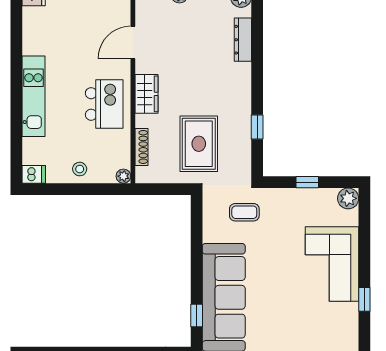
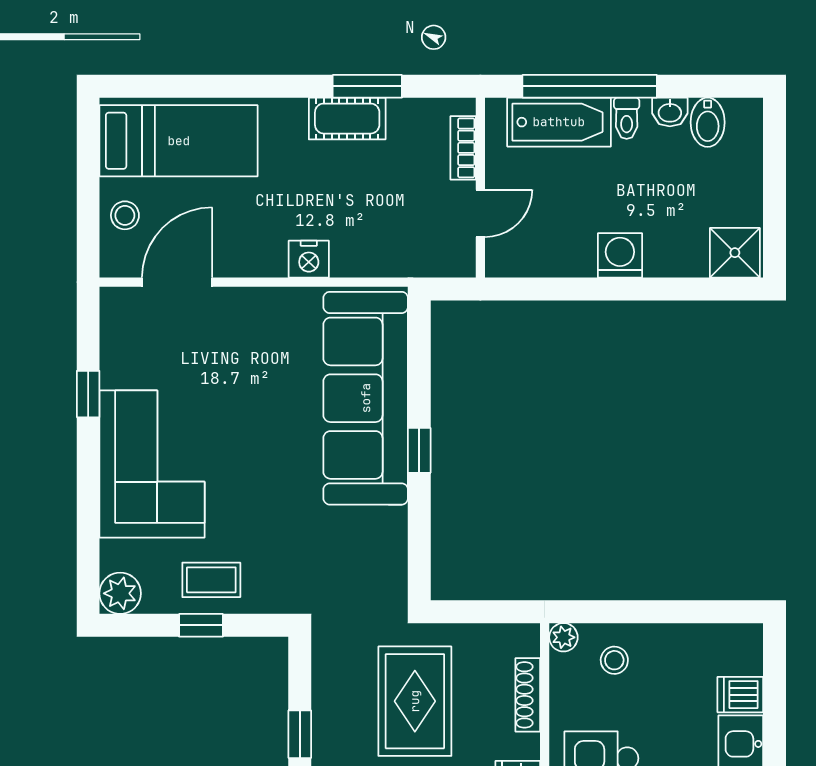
stool: (80, 169) -> (614, 660), moved
dishwasher: (34, 174) -> (740, 695), moved
coffee table: (244, 212) -> (211, 580), moved
window: (197, 316) -> (419, 450), moved

